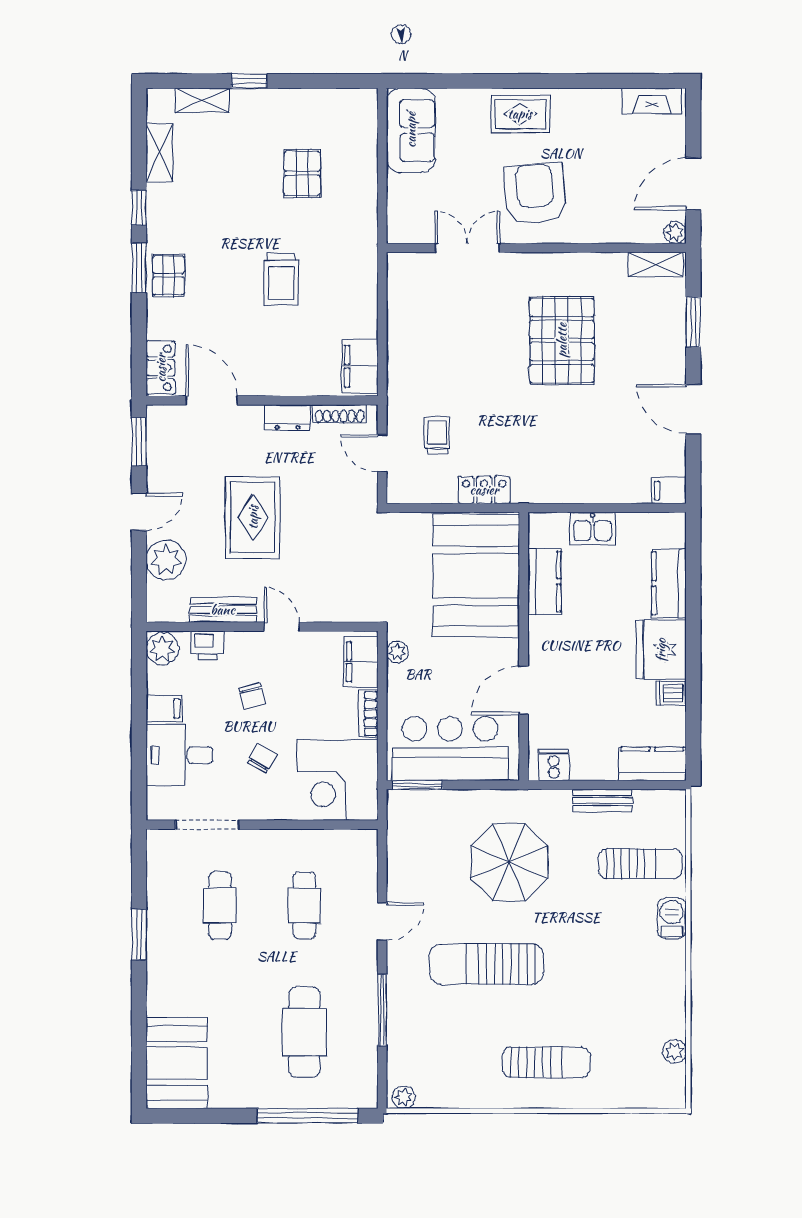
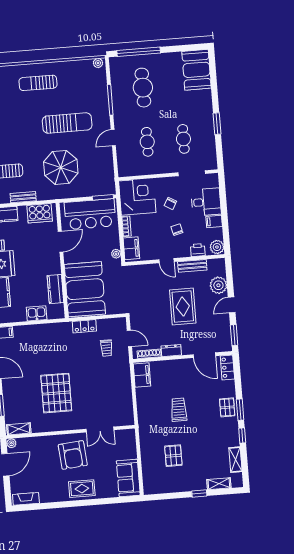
cooker: (554, 765) -> (40, 213), width x1.87, depth x1.31

